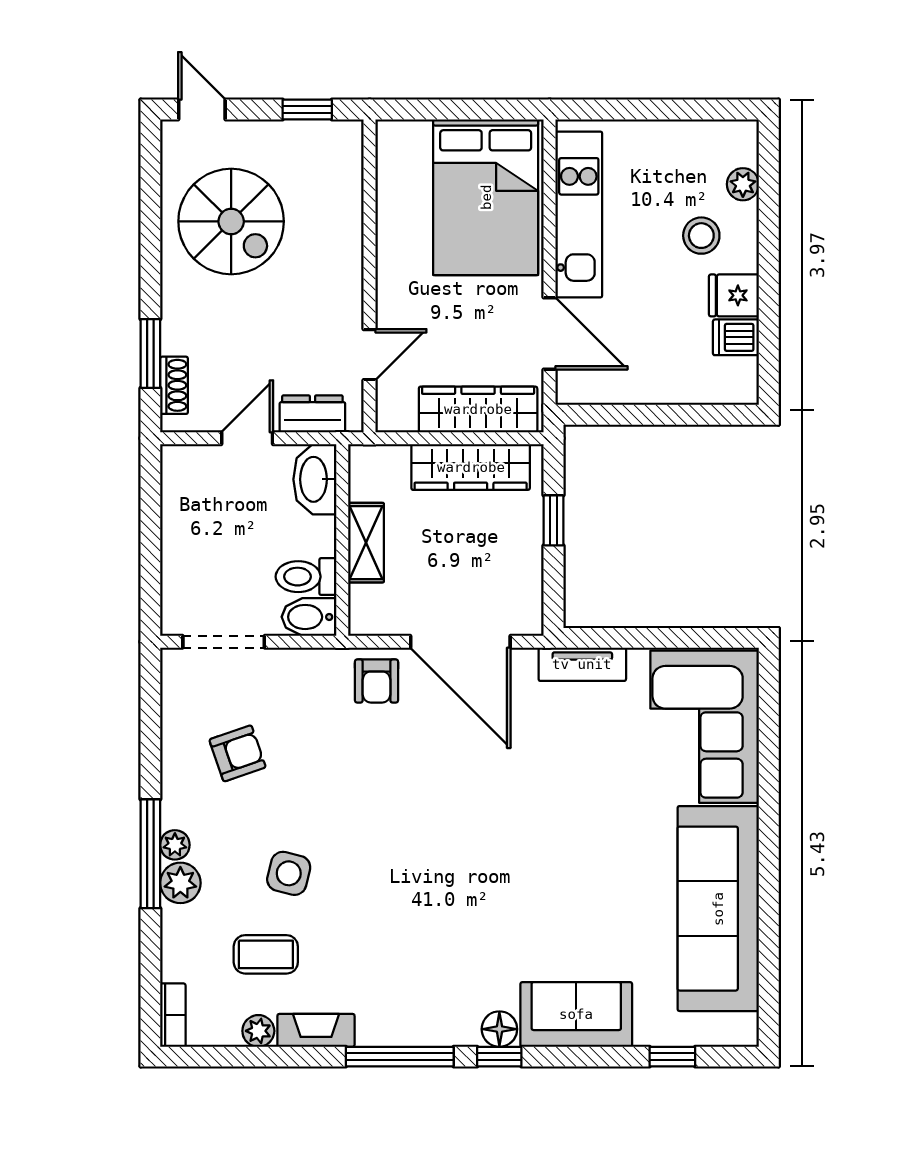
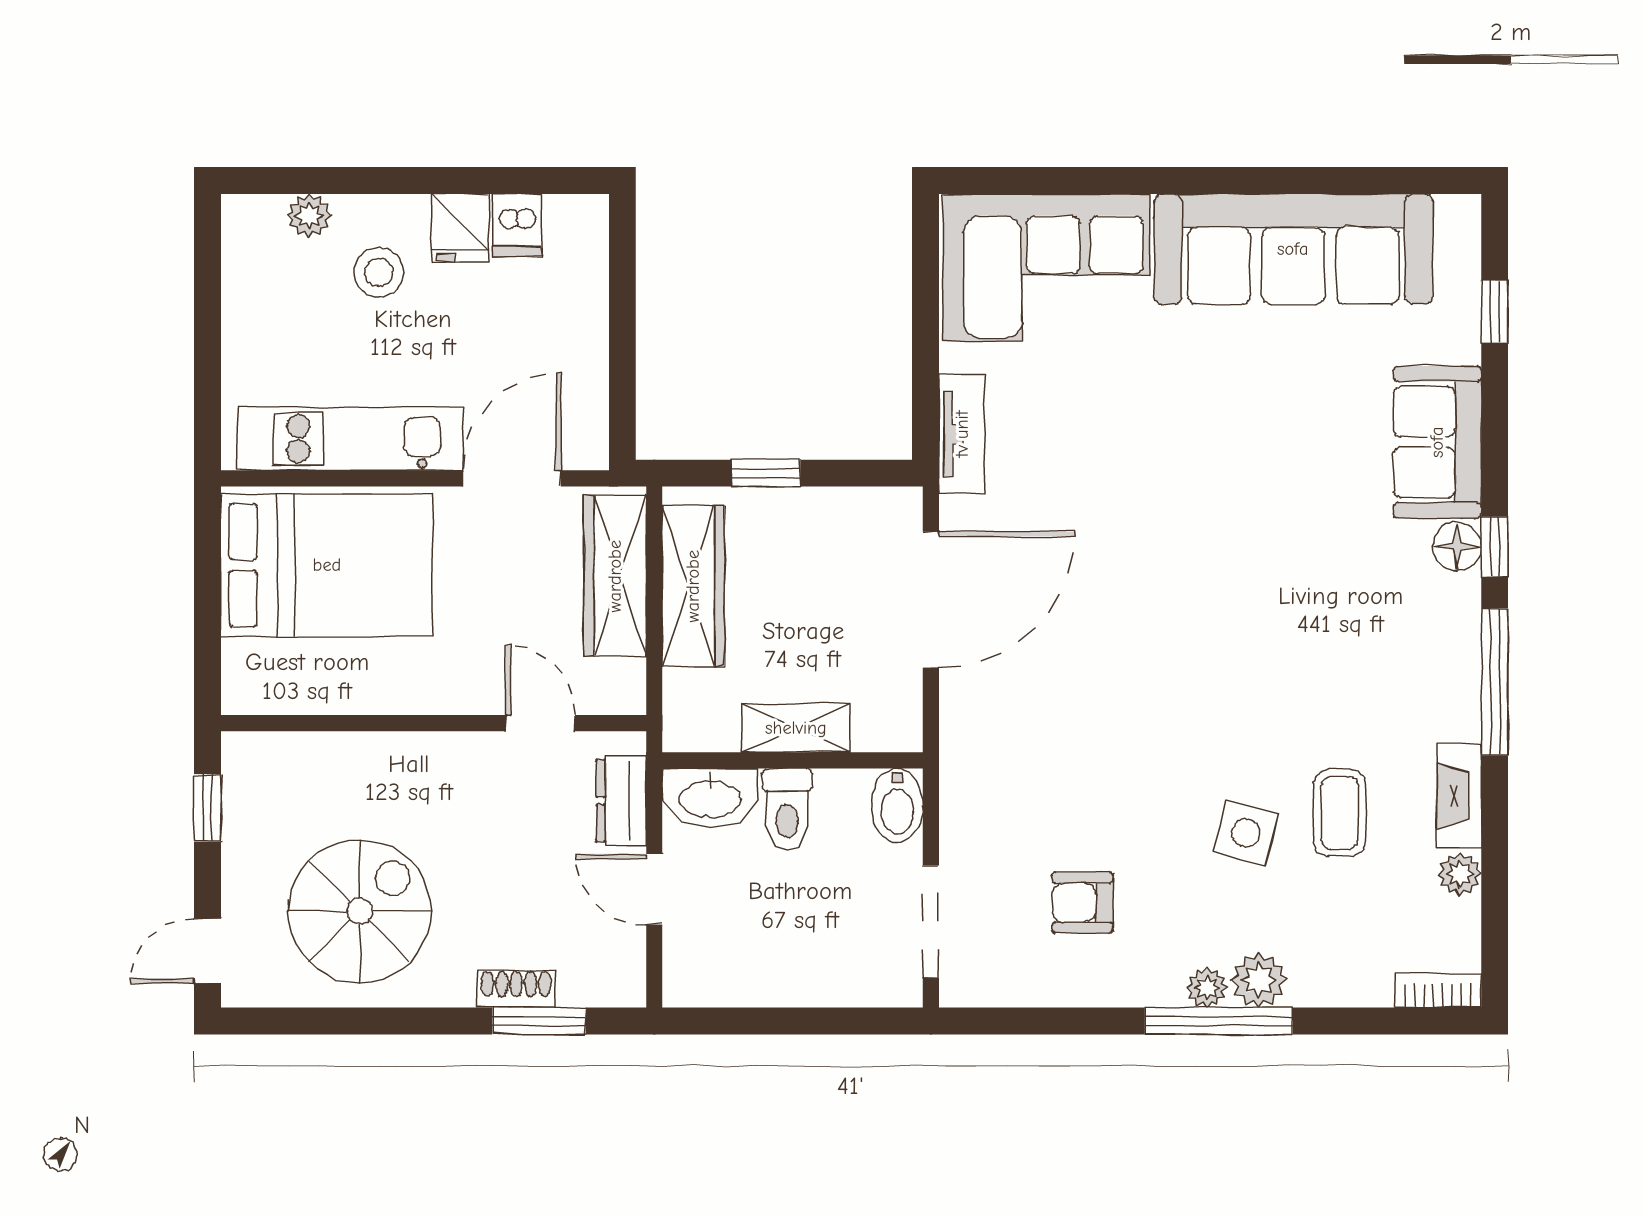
shoe rack: (174, 385) -> (516, 989), moved
toilet: (306, 577) -> (787, 809), moved
armchair: (377, 681) -> (984, 714), removed
armchair: (237, 753) -> (1083, 903), turned -71
coffee table: (266, 954) -> (1340, 813), moved

